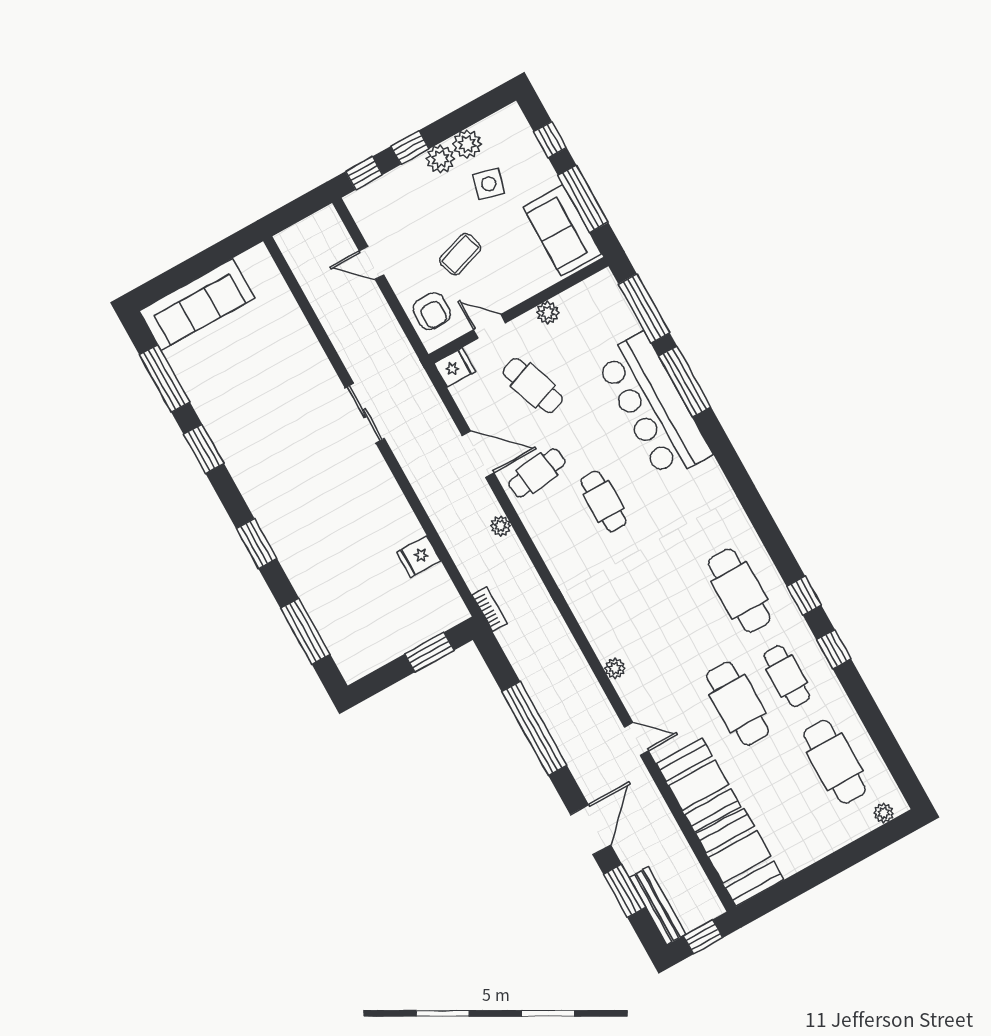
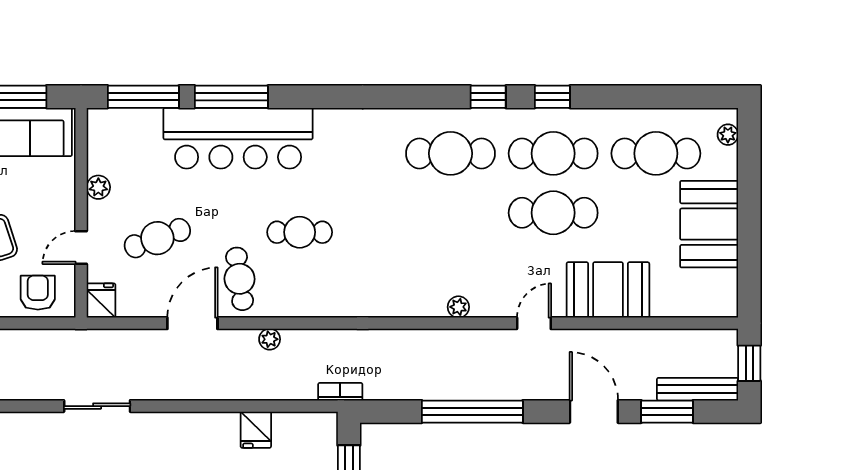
armchair: (432, 311) -> (38, 293), turned -90
cafe table: (787, 676) -> (553, 153), width x1.37, depth x1.35
booth: (740, 857) -> (709, 224), moved, turned 90

